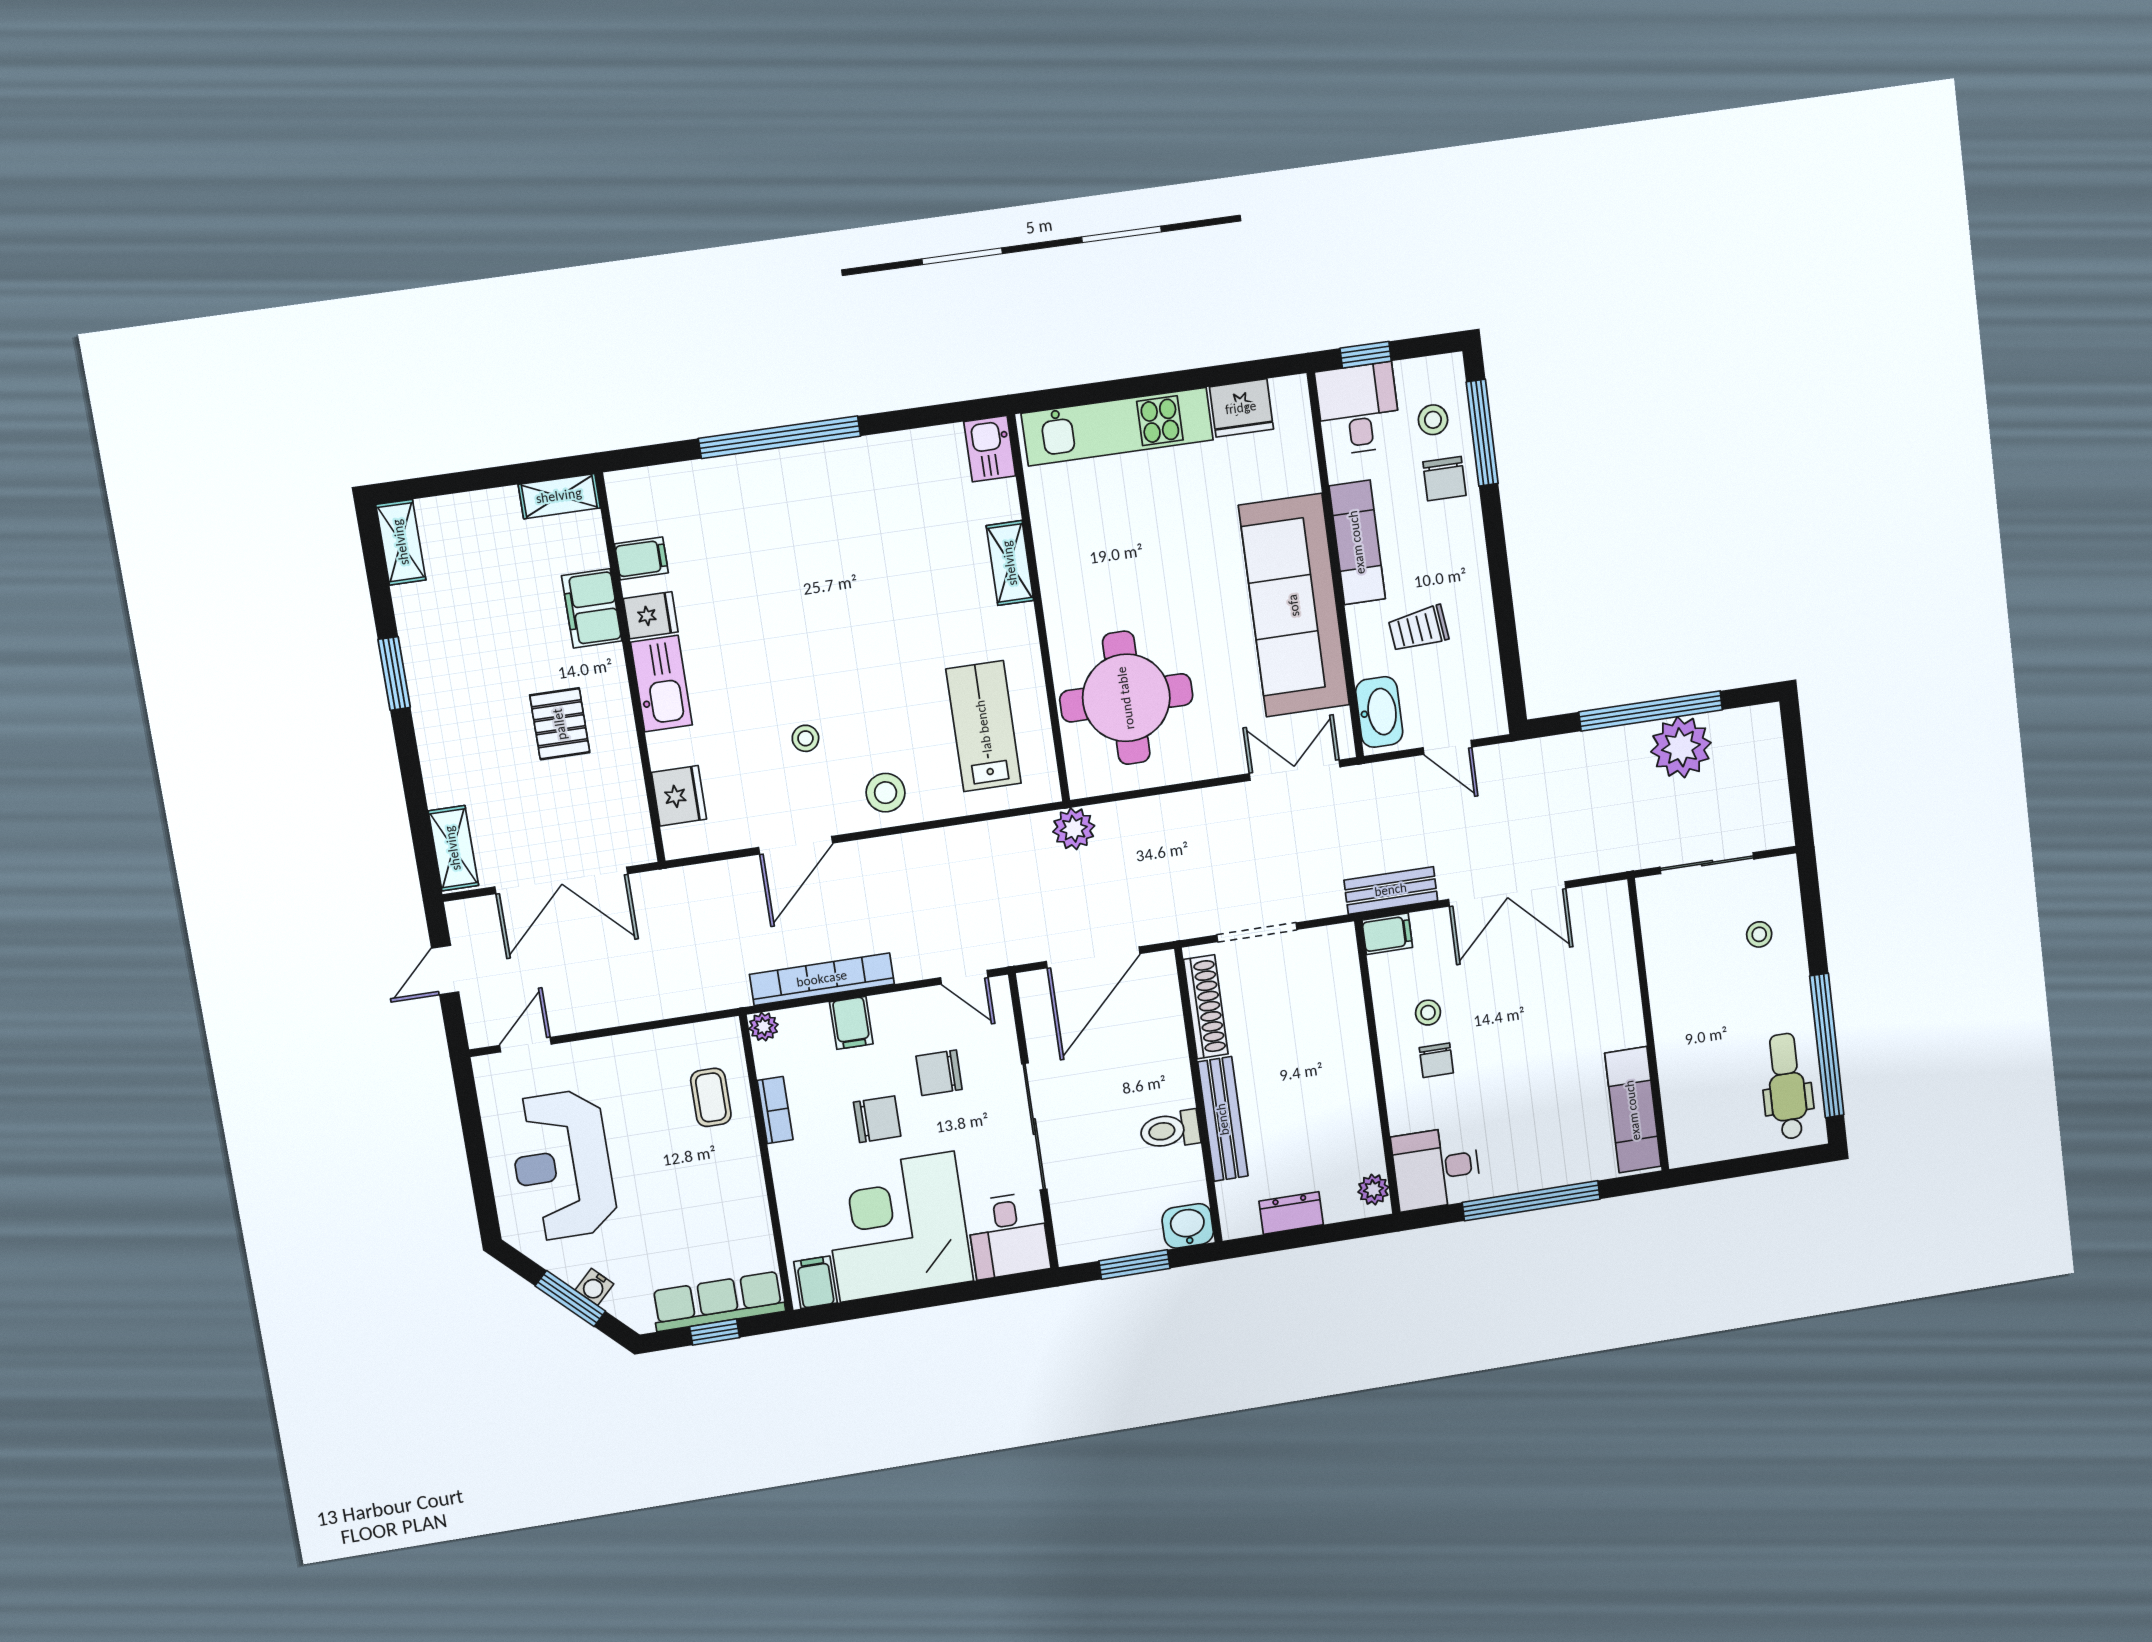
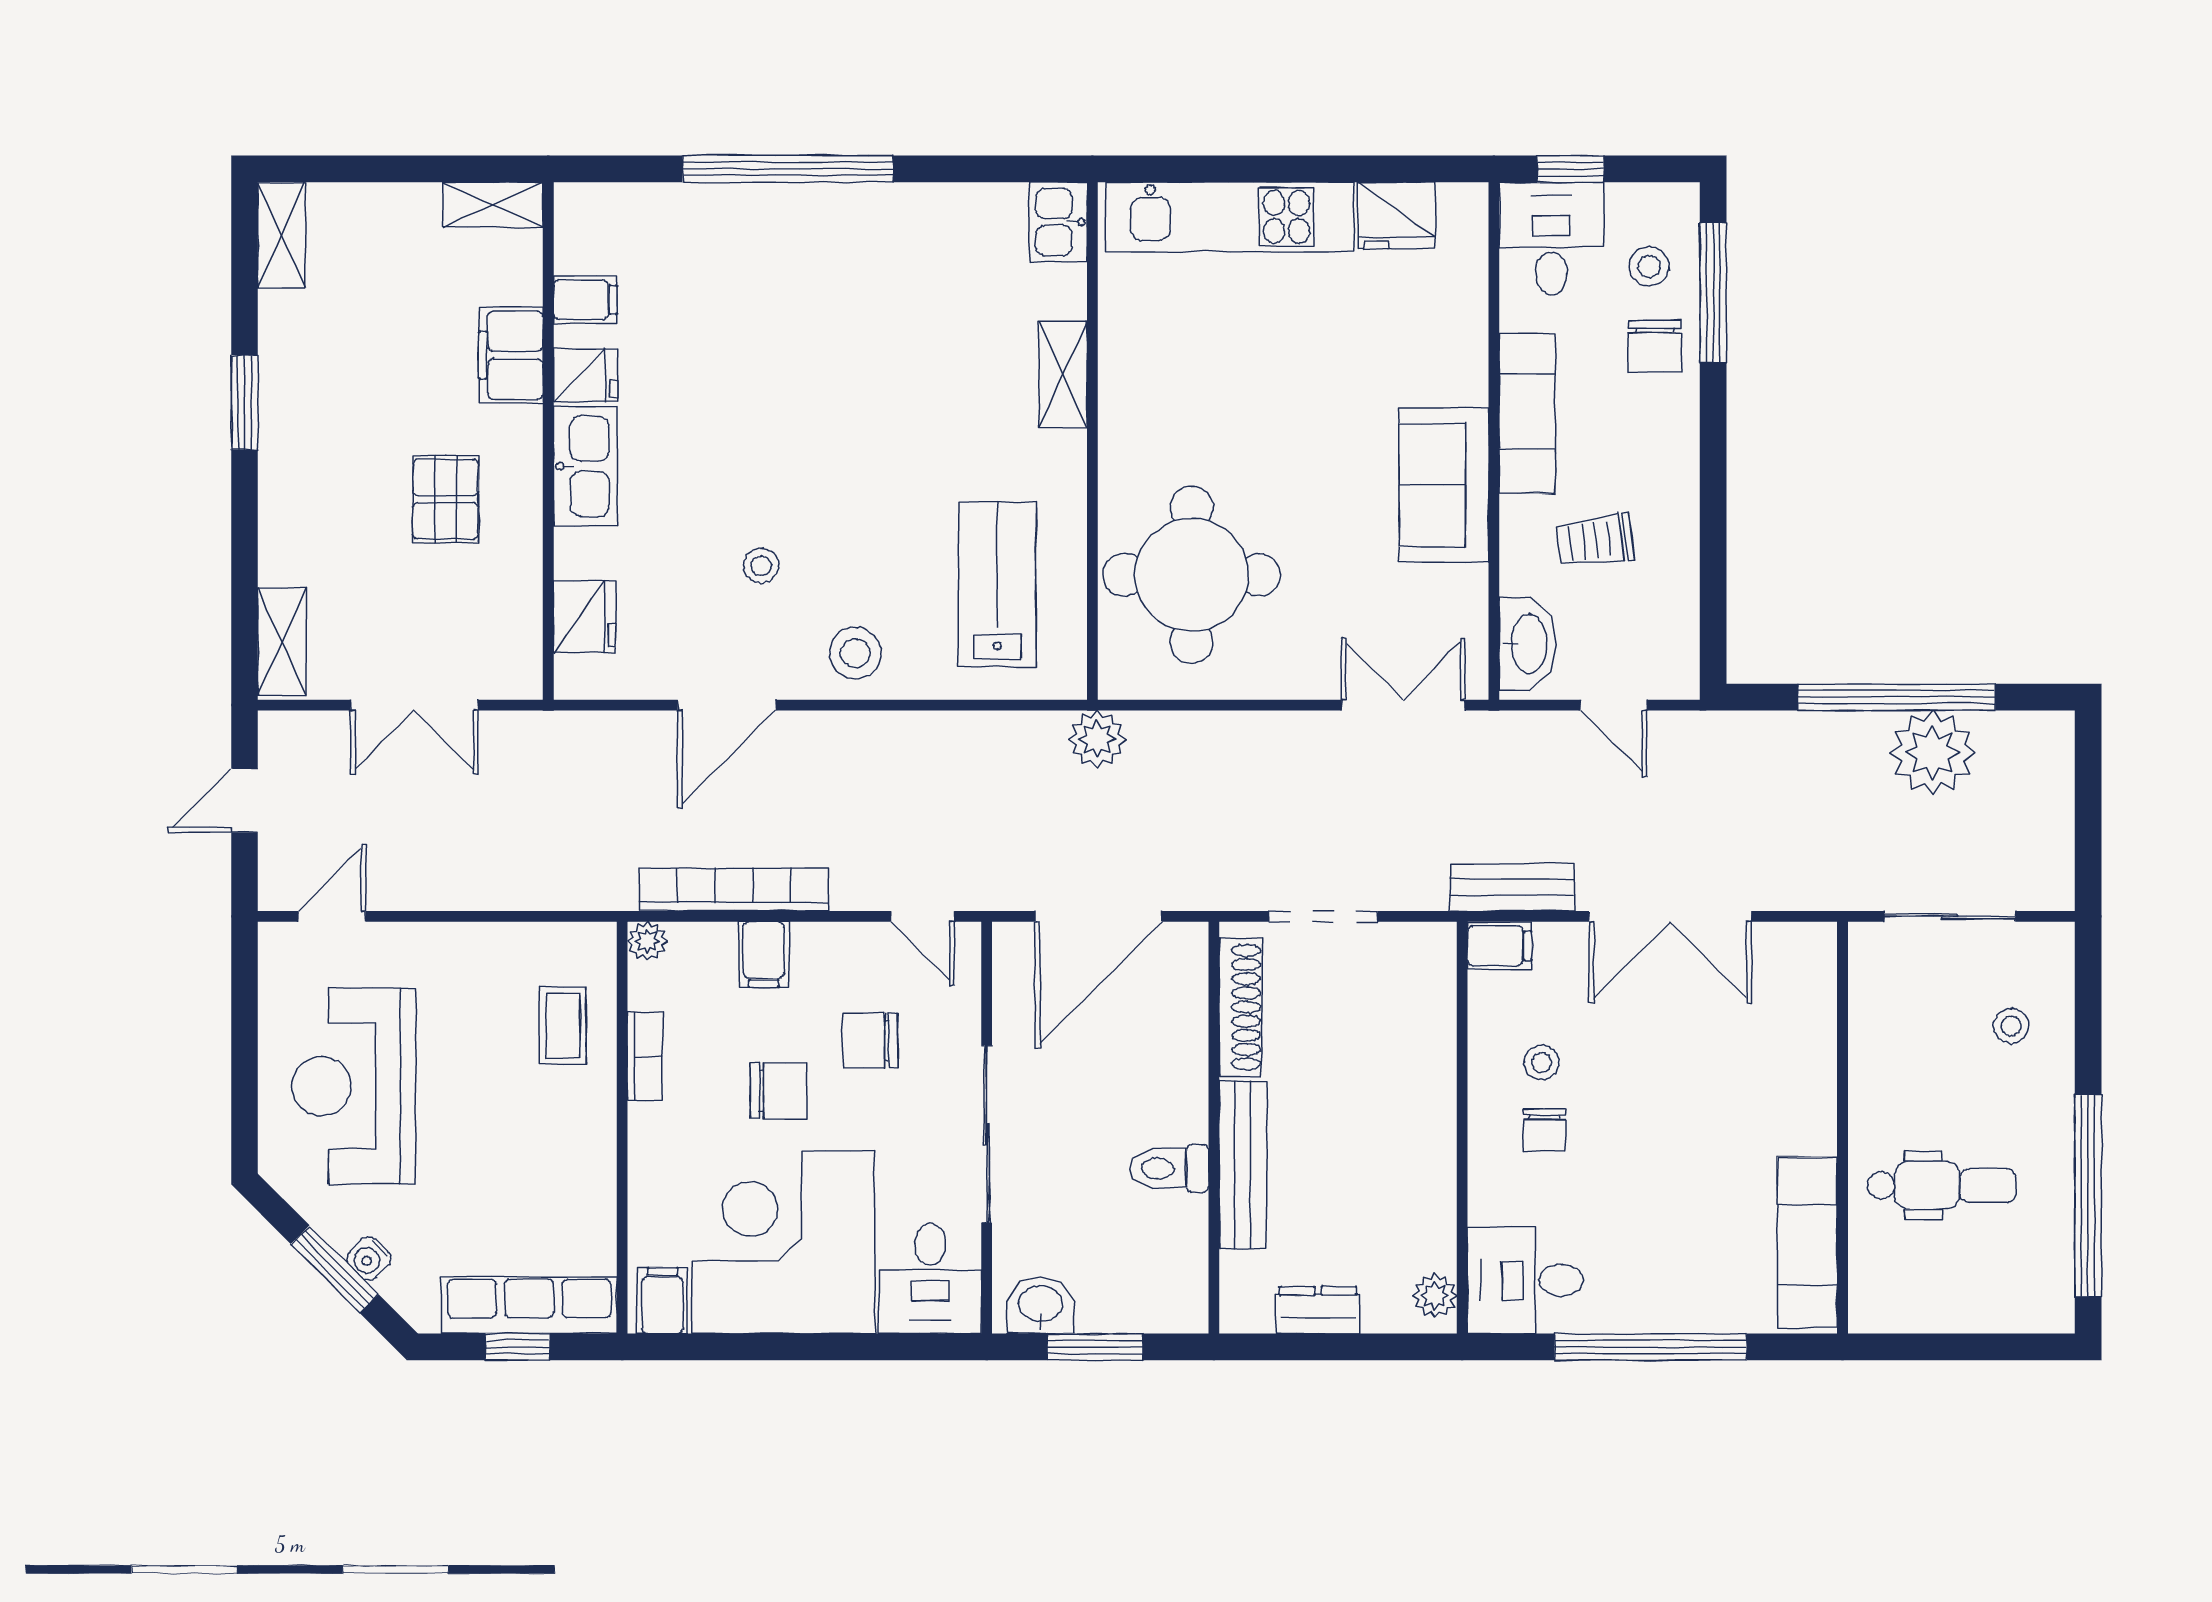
sofa: (1294, 605) -> (1444, 485), width x0.54, depth x0.79
double door: (561, 880) -> (414, 705), width x0.73
dental chair: (1787, 1086) -> (1942, 1185), moved, turned 90
washbasin: (1188, 1226) -> (1041, 1305), moved

